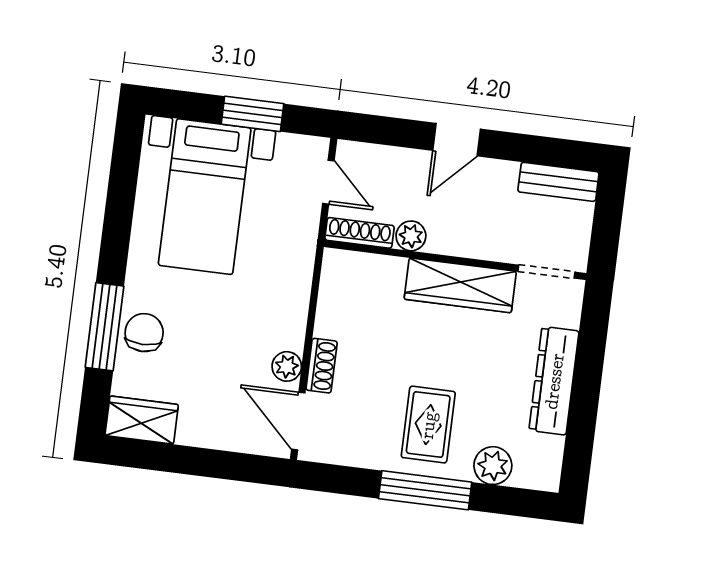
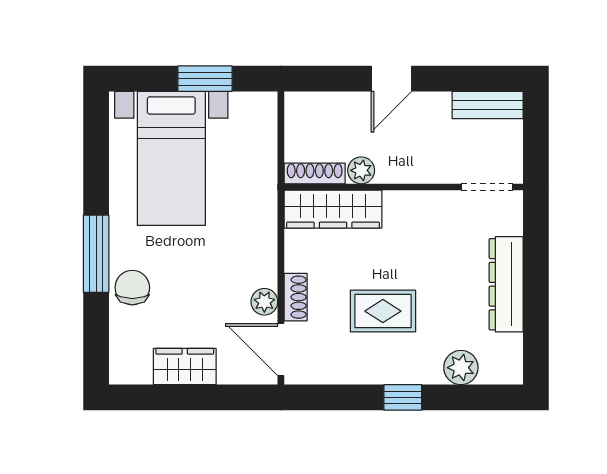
door: (328, 182) -> (281, 131), removed
wardrobe: (460, 285) -> (333, 209), moved
window: (104, 327) -> (96, 254), moved
wardrobe: (142, 420) -> (185, 366), moved
rug: (428, 425) -> (383, 311), moved, turned 90
window: (425, 490) -> (403, 397), width x0.46

